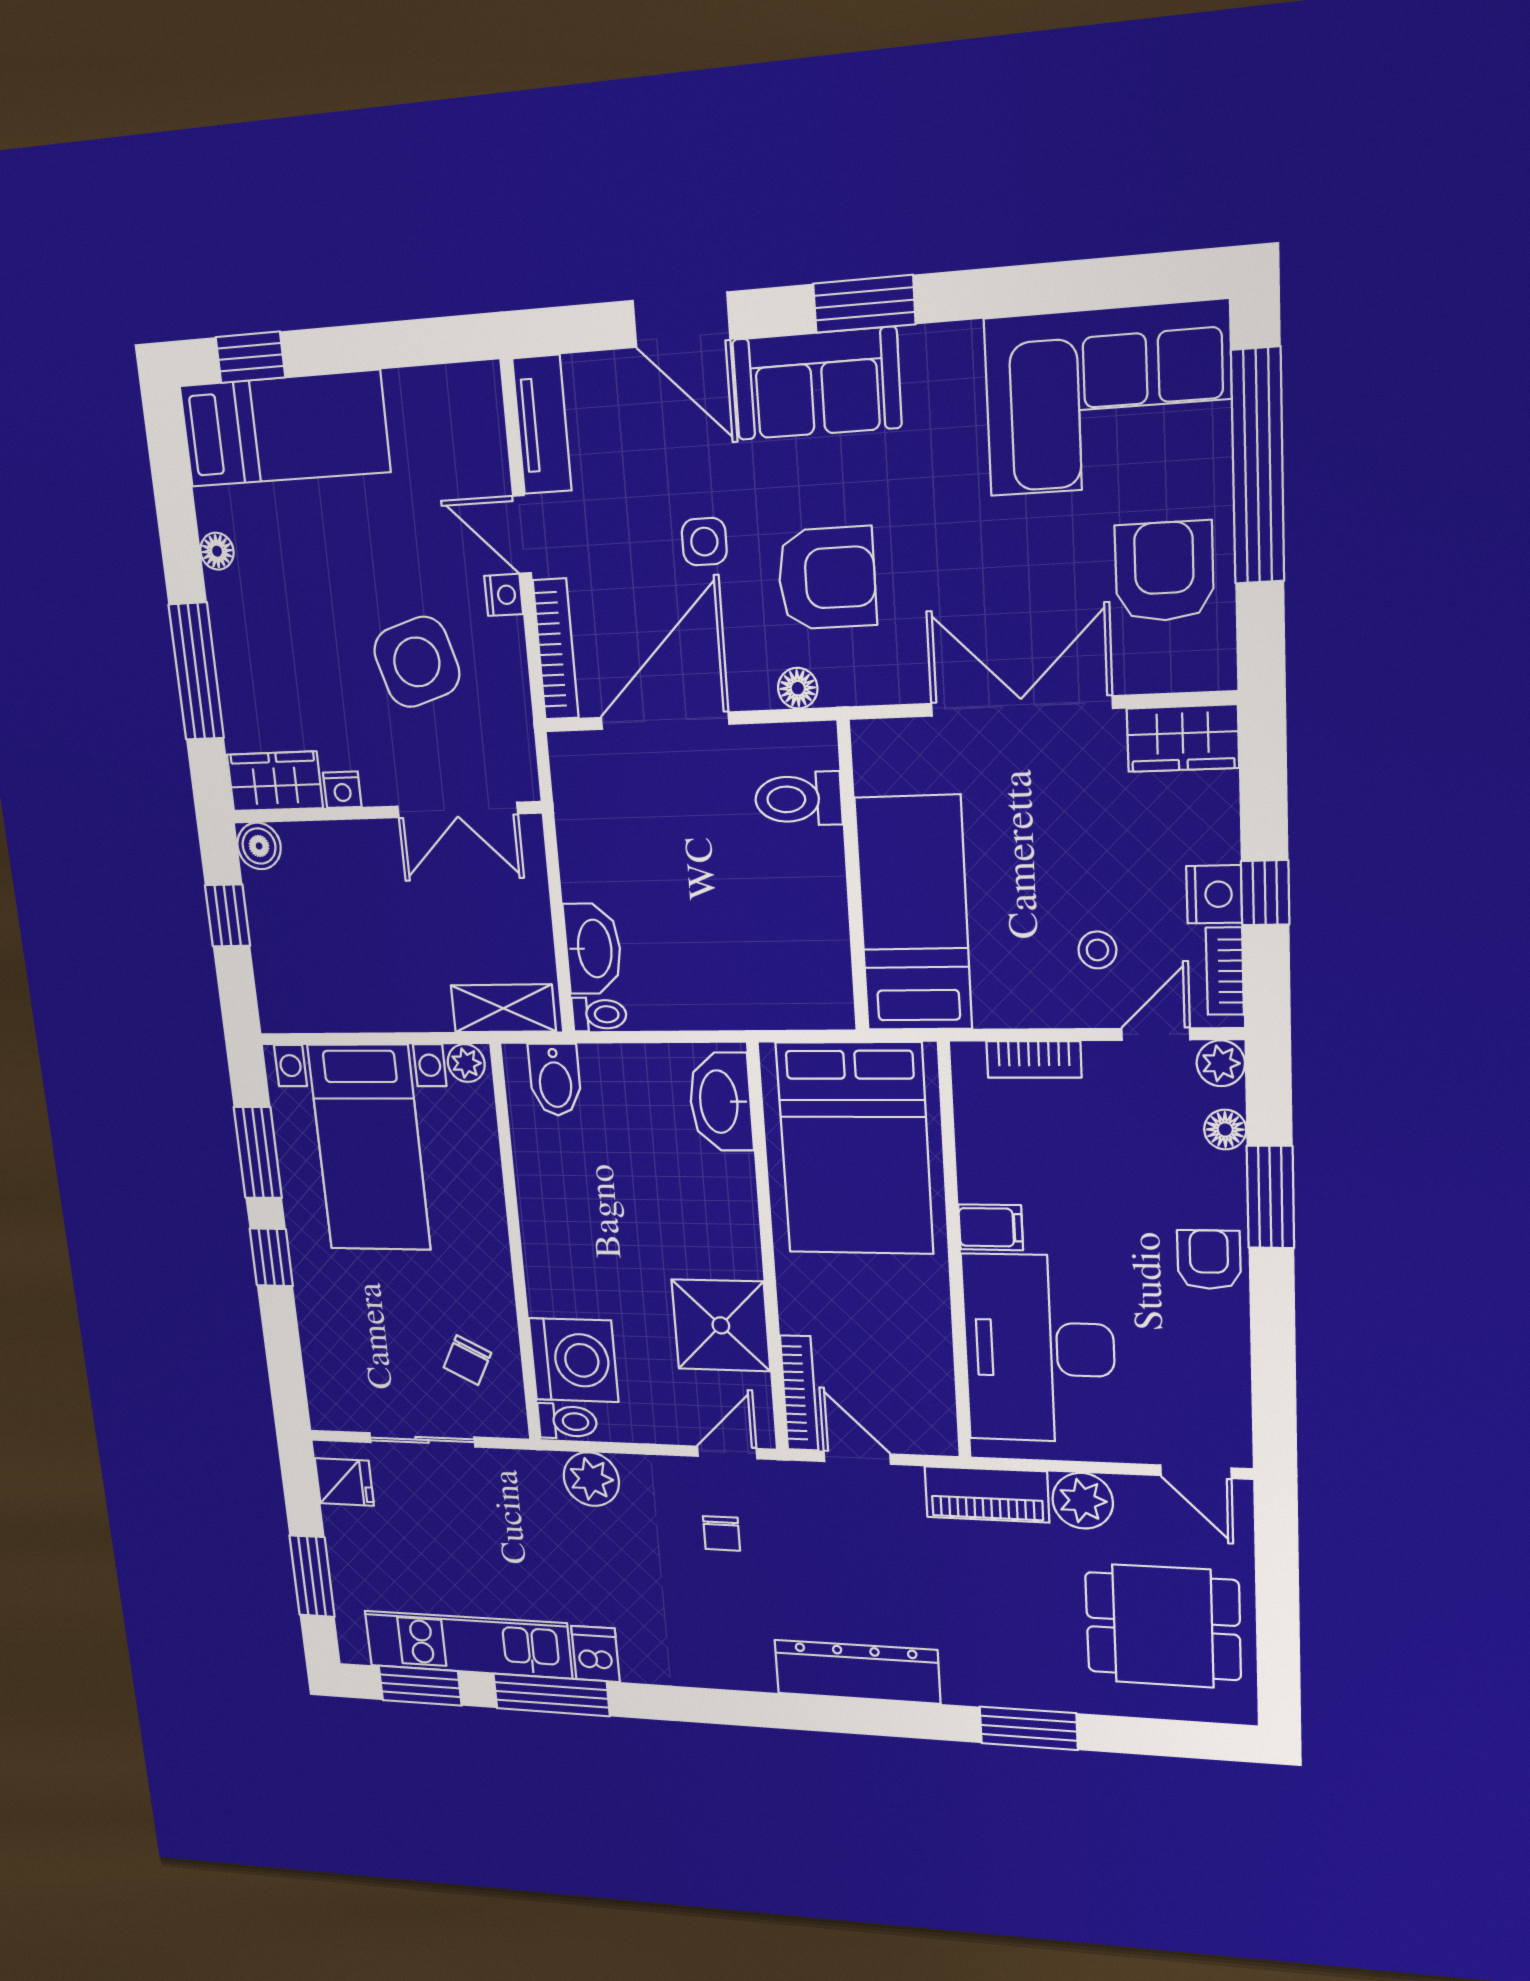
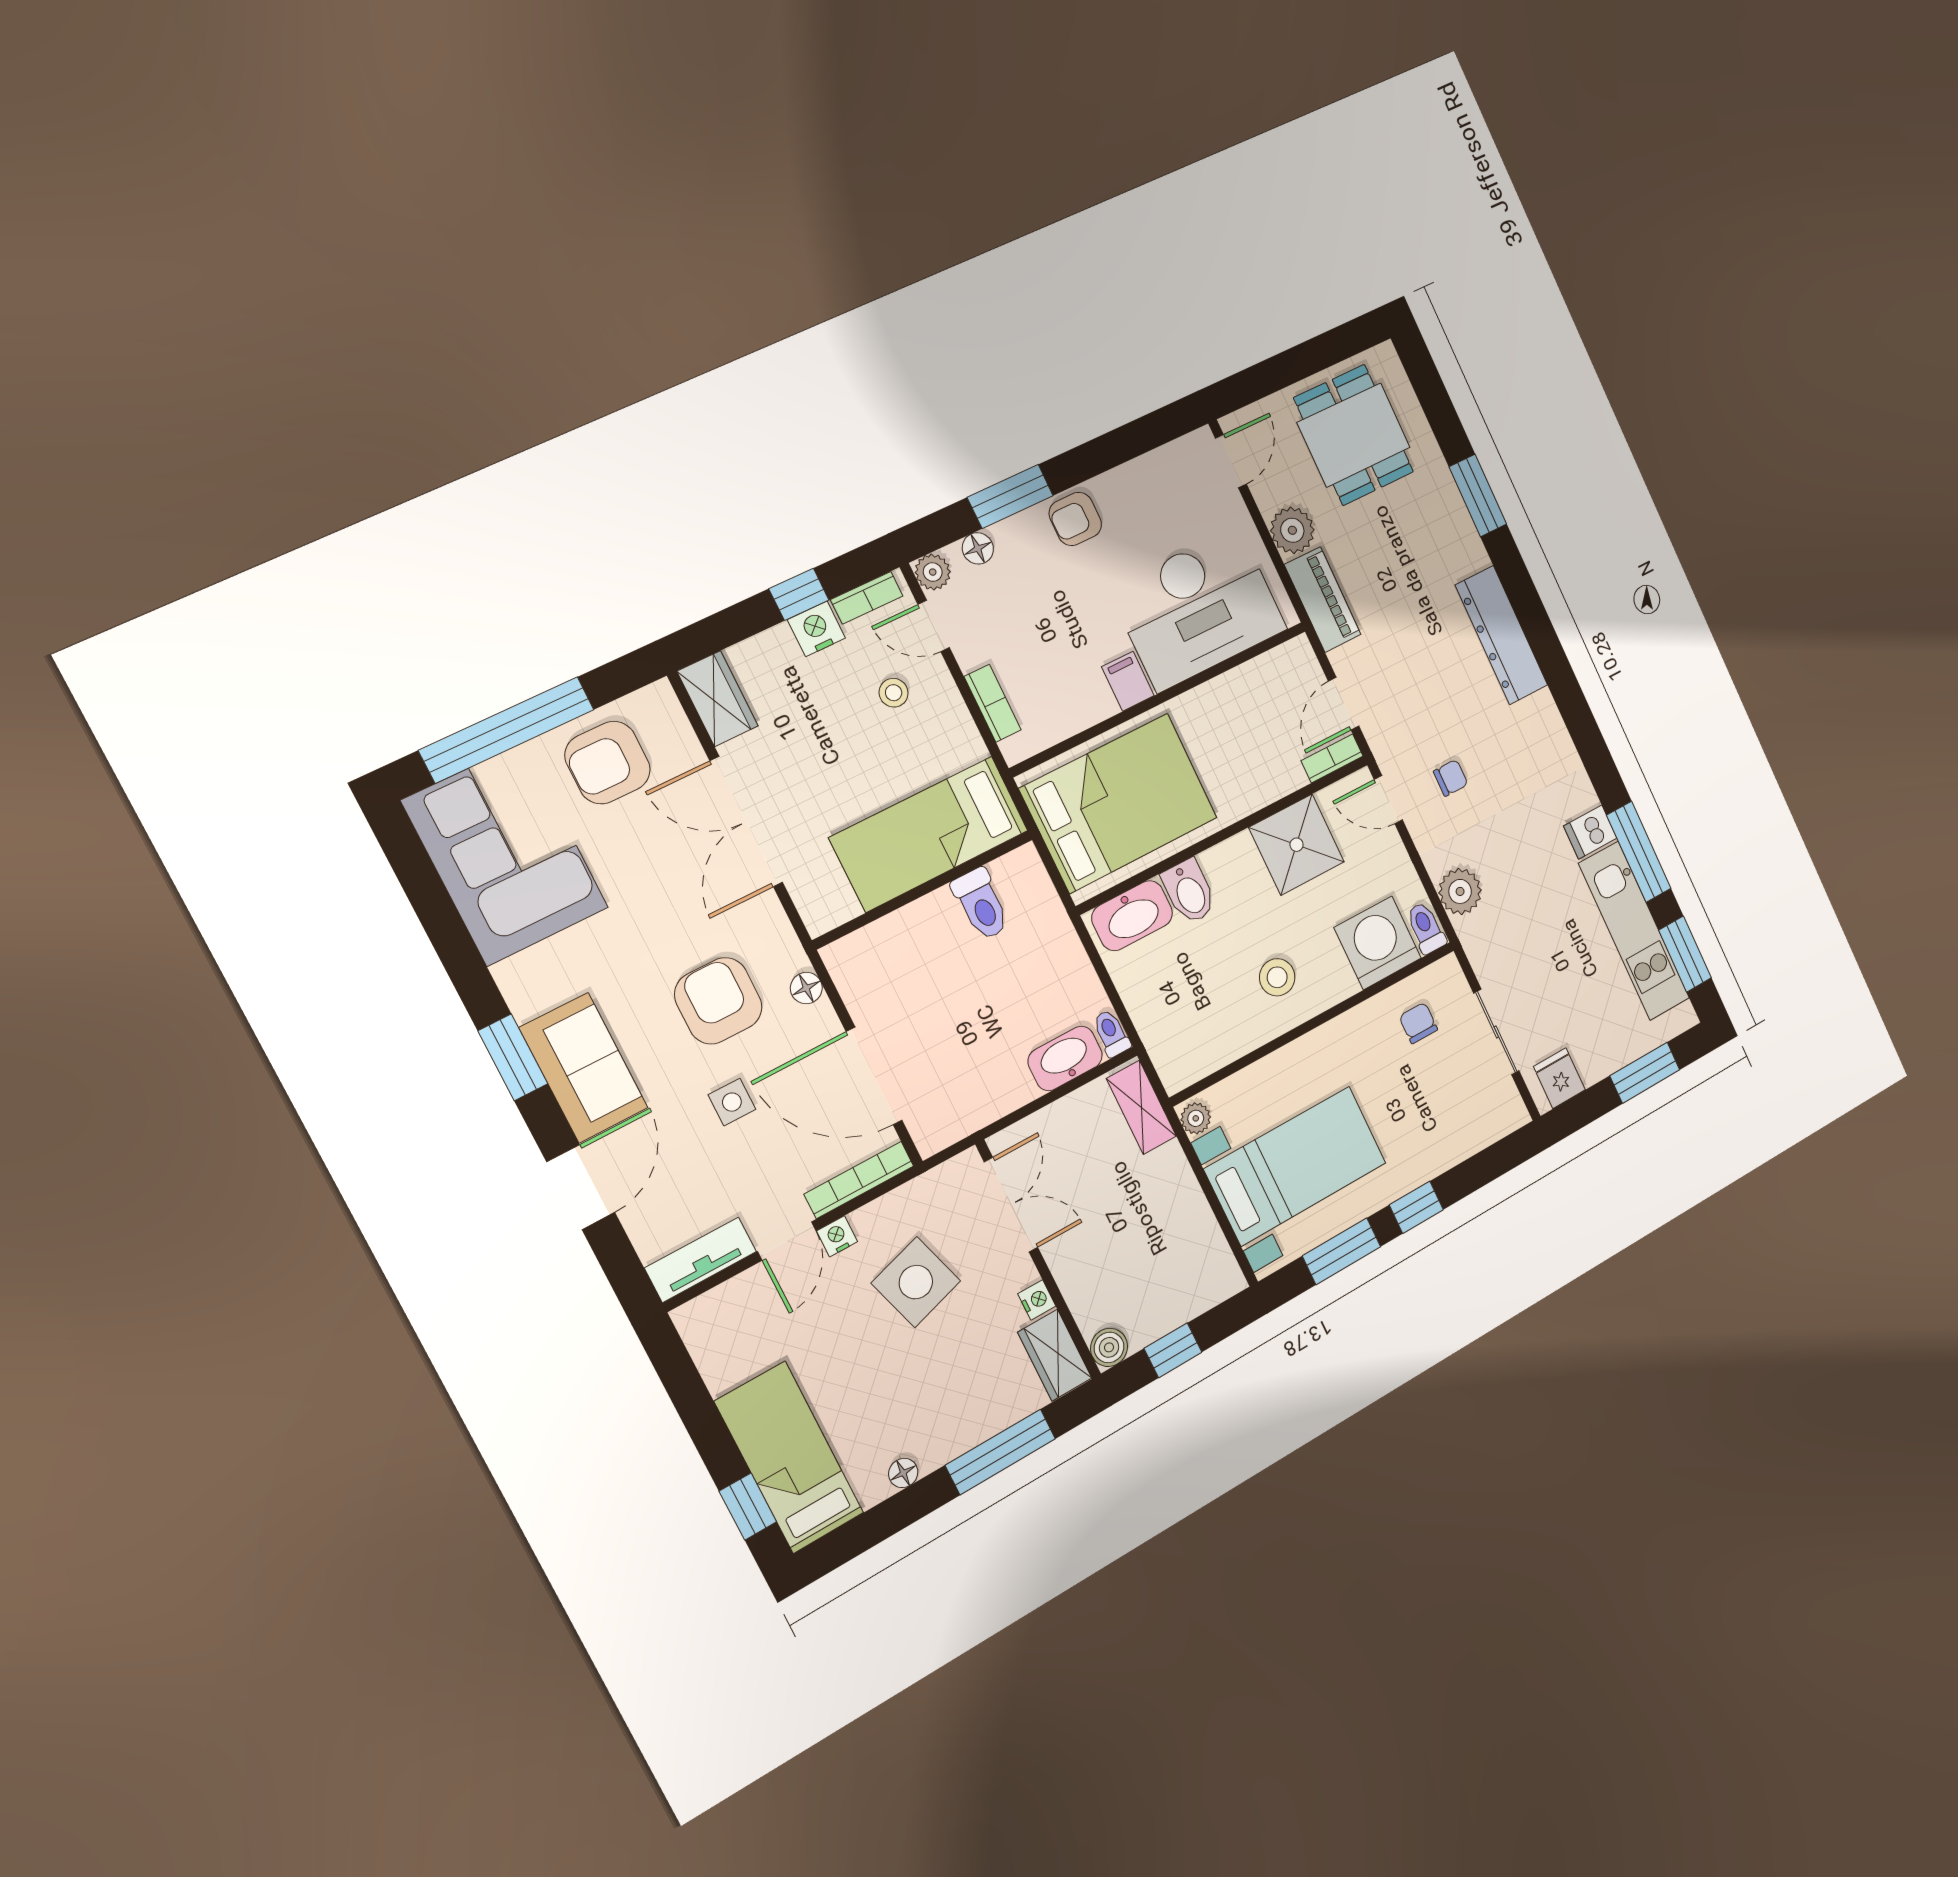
toilet: (798, 799) -> (981, 904), moved
bidet: (555, 1080) -> (1189, 892), moved, turned 90
stool: (583, 1230) -> (1277, 977), added
chair: (467, 1360) -> (1418, 1023), turned -117
bookcase: (799, 1393) -> (1332, 758), width x0.64

